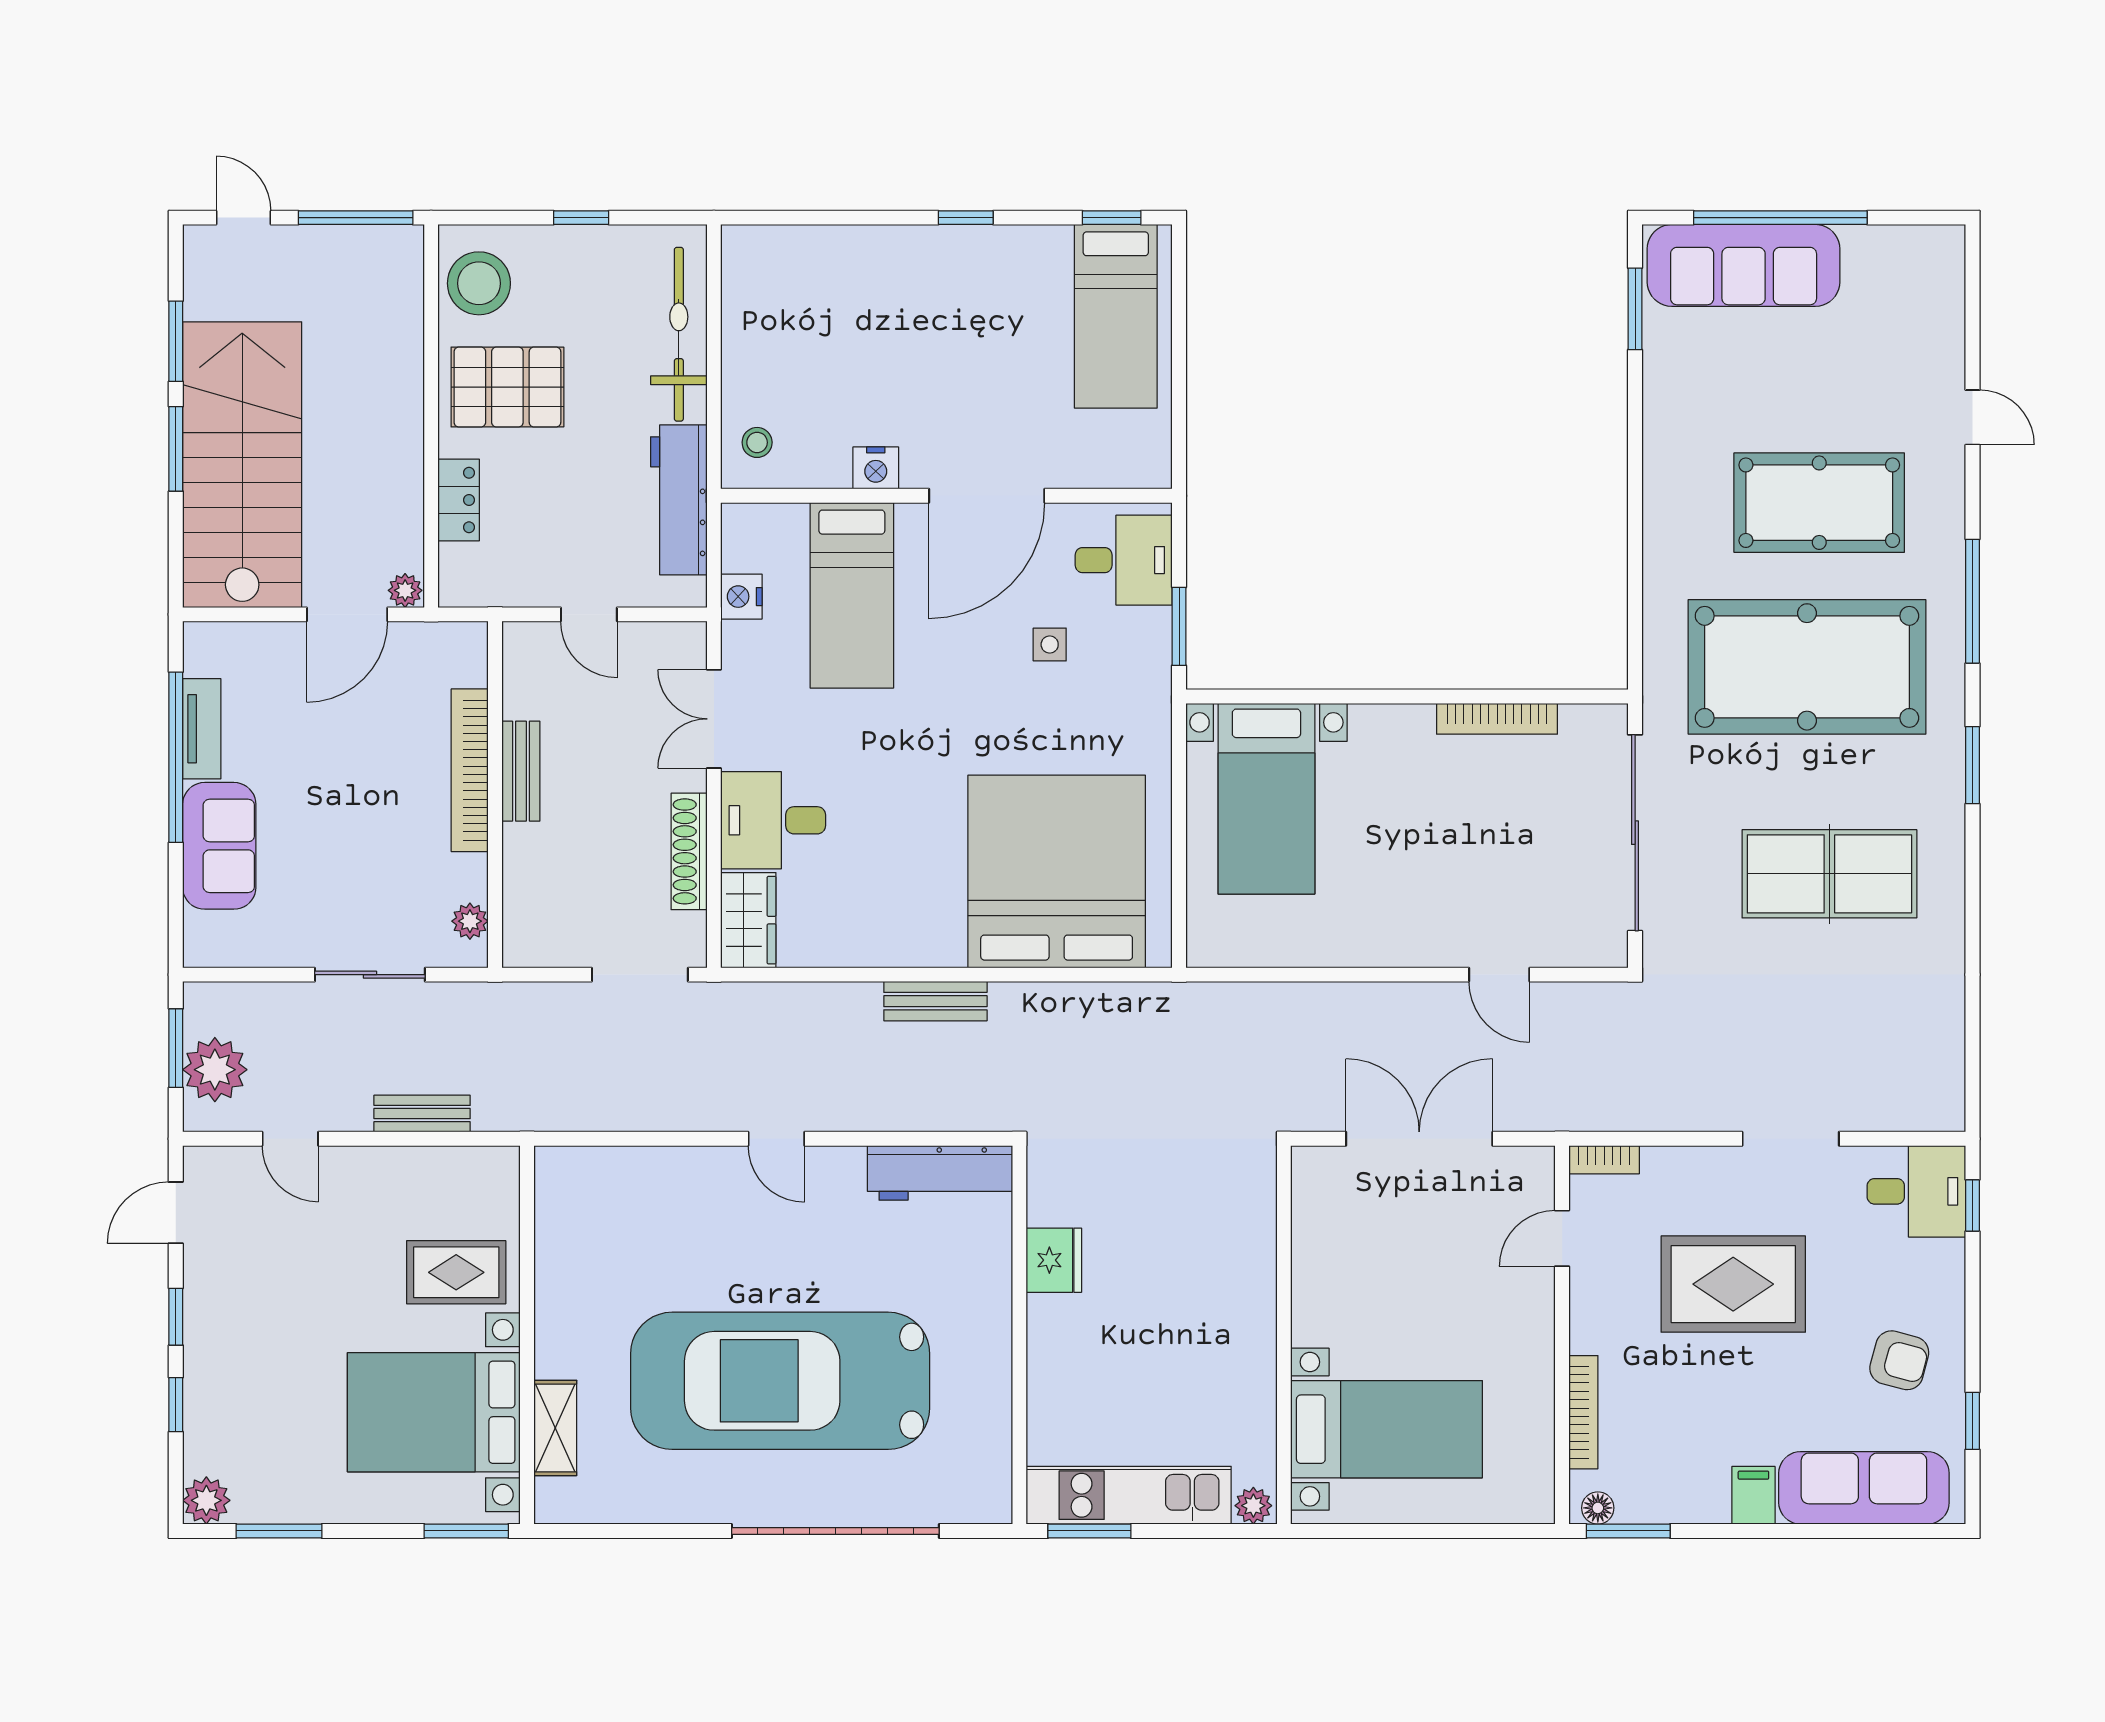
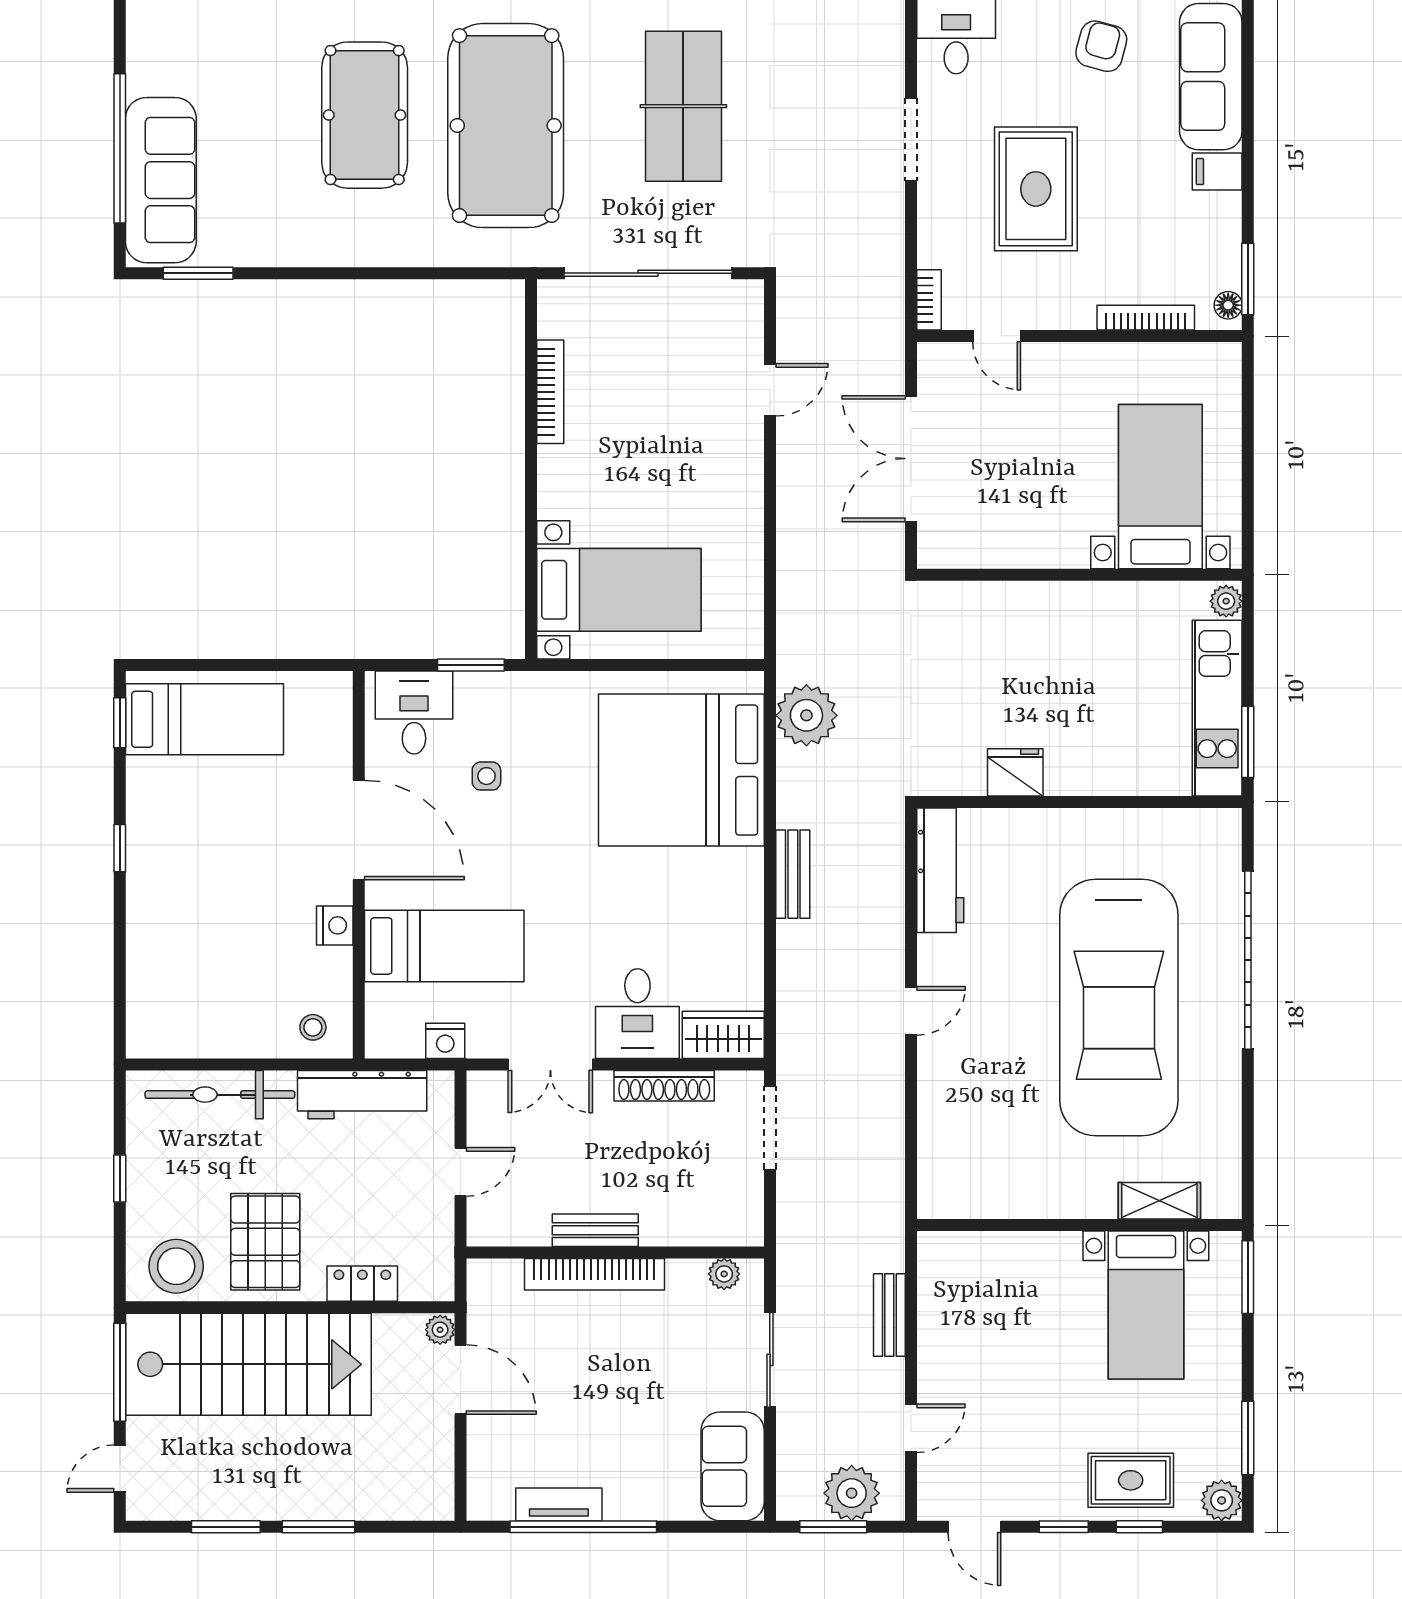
stairs: (242, 465) -> (248, 1364), moved, turned 180
sofa: (219, 846) -> (733, 1466), moved, turned -90
plant: (1120, 1017) -> (806, 715), added
rug: (456, 1272) -> (1131, 1480), moved, turned 90
bed with nightstands: (434, 1412) -> (1146, 1305), width x0.73

